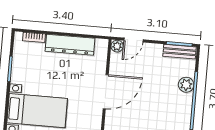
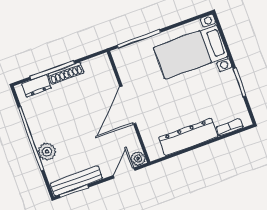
bench: (180, 52) -> (76, 181), width x1.36

